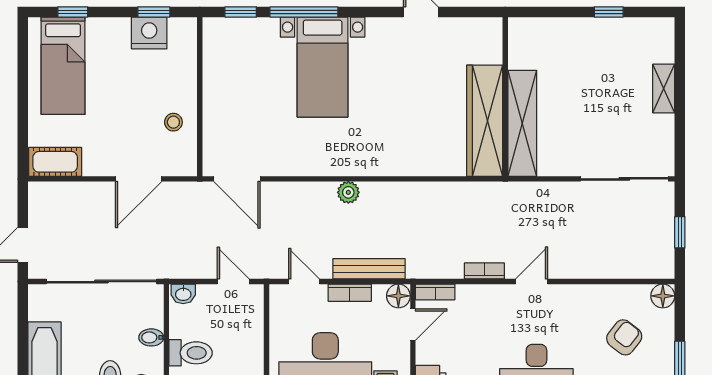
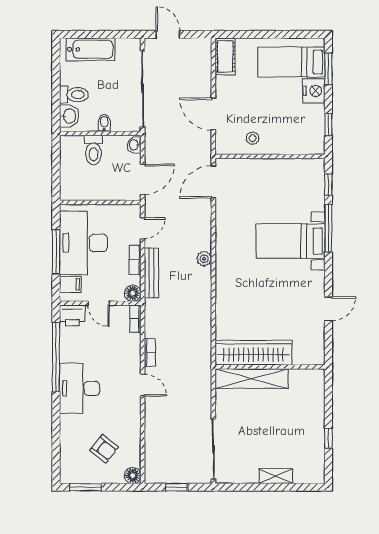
window: (73, 12) -> (328, 69), width x1.50
nightstand: (149, 33) -> (314, 91), moved
door: (233, 282) -> (143, 179), width x1.38
door: (413, 325) -> (99, 303), moved

